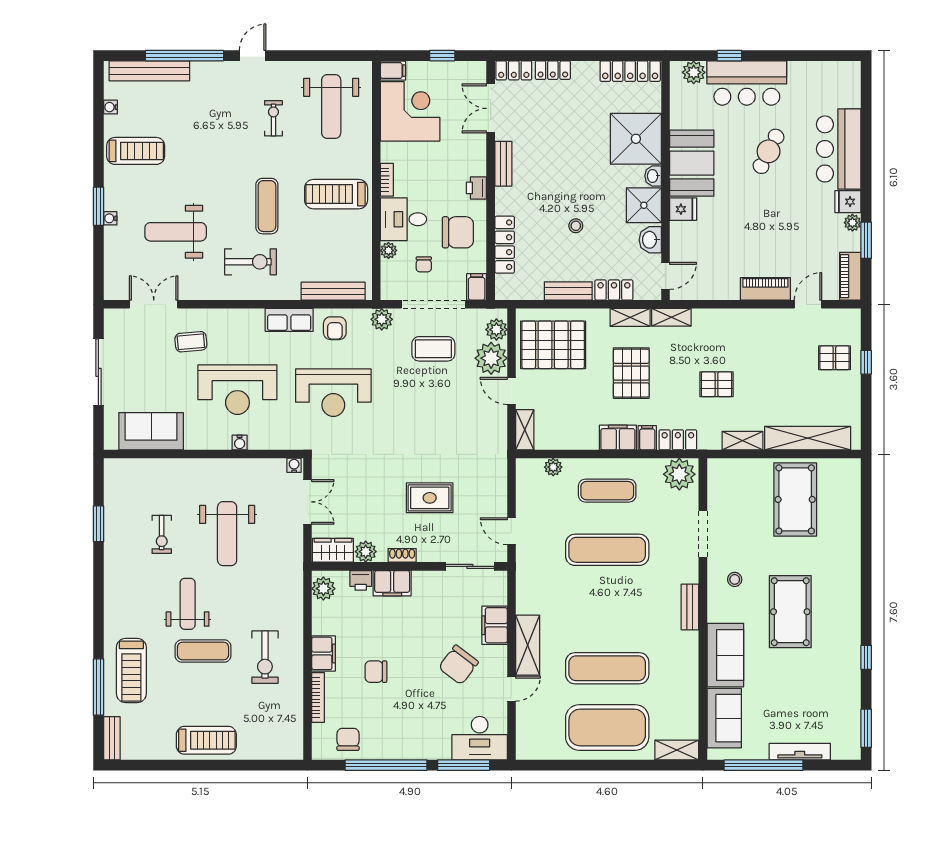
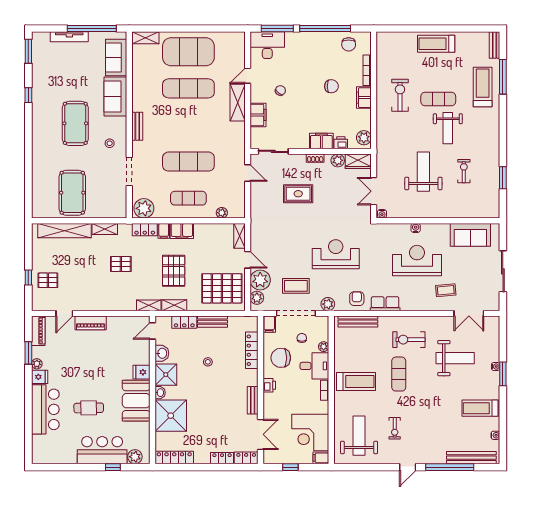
cafe table: (769, 151) -> (89, 408), turned 62
reception desk: (333, 393) -> (336, 254), moved
chair: (458, 665) -> (280, 90), width x0.54, depth x0.54

